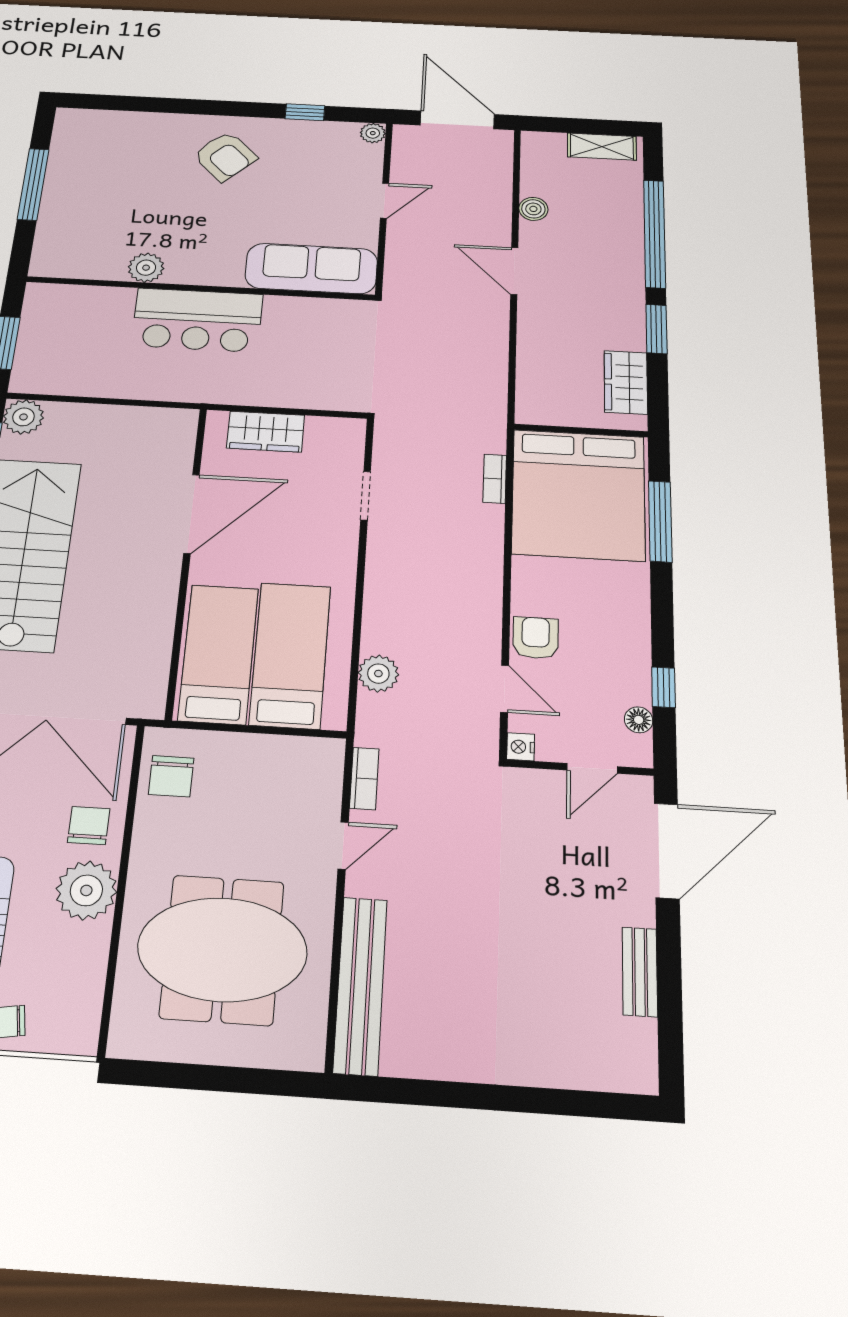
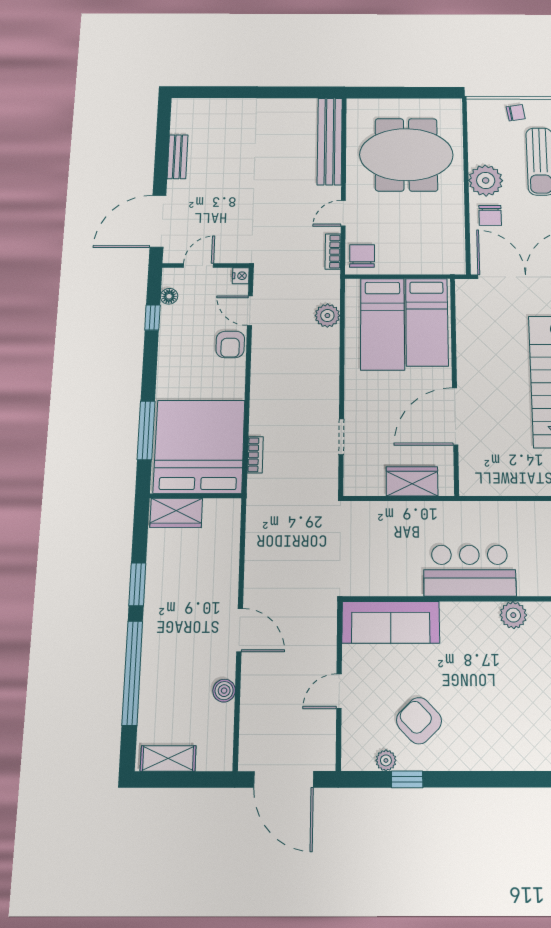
plant: (373, 133) -> (386, 760), moved
armchair: (225, 156) -> (419, 721), moved
wardrobe: (626, 382) -> (176, 513), moved, turned 90
chair: (171, 776) -> (362, 256), moved

